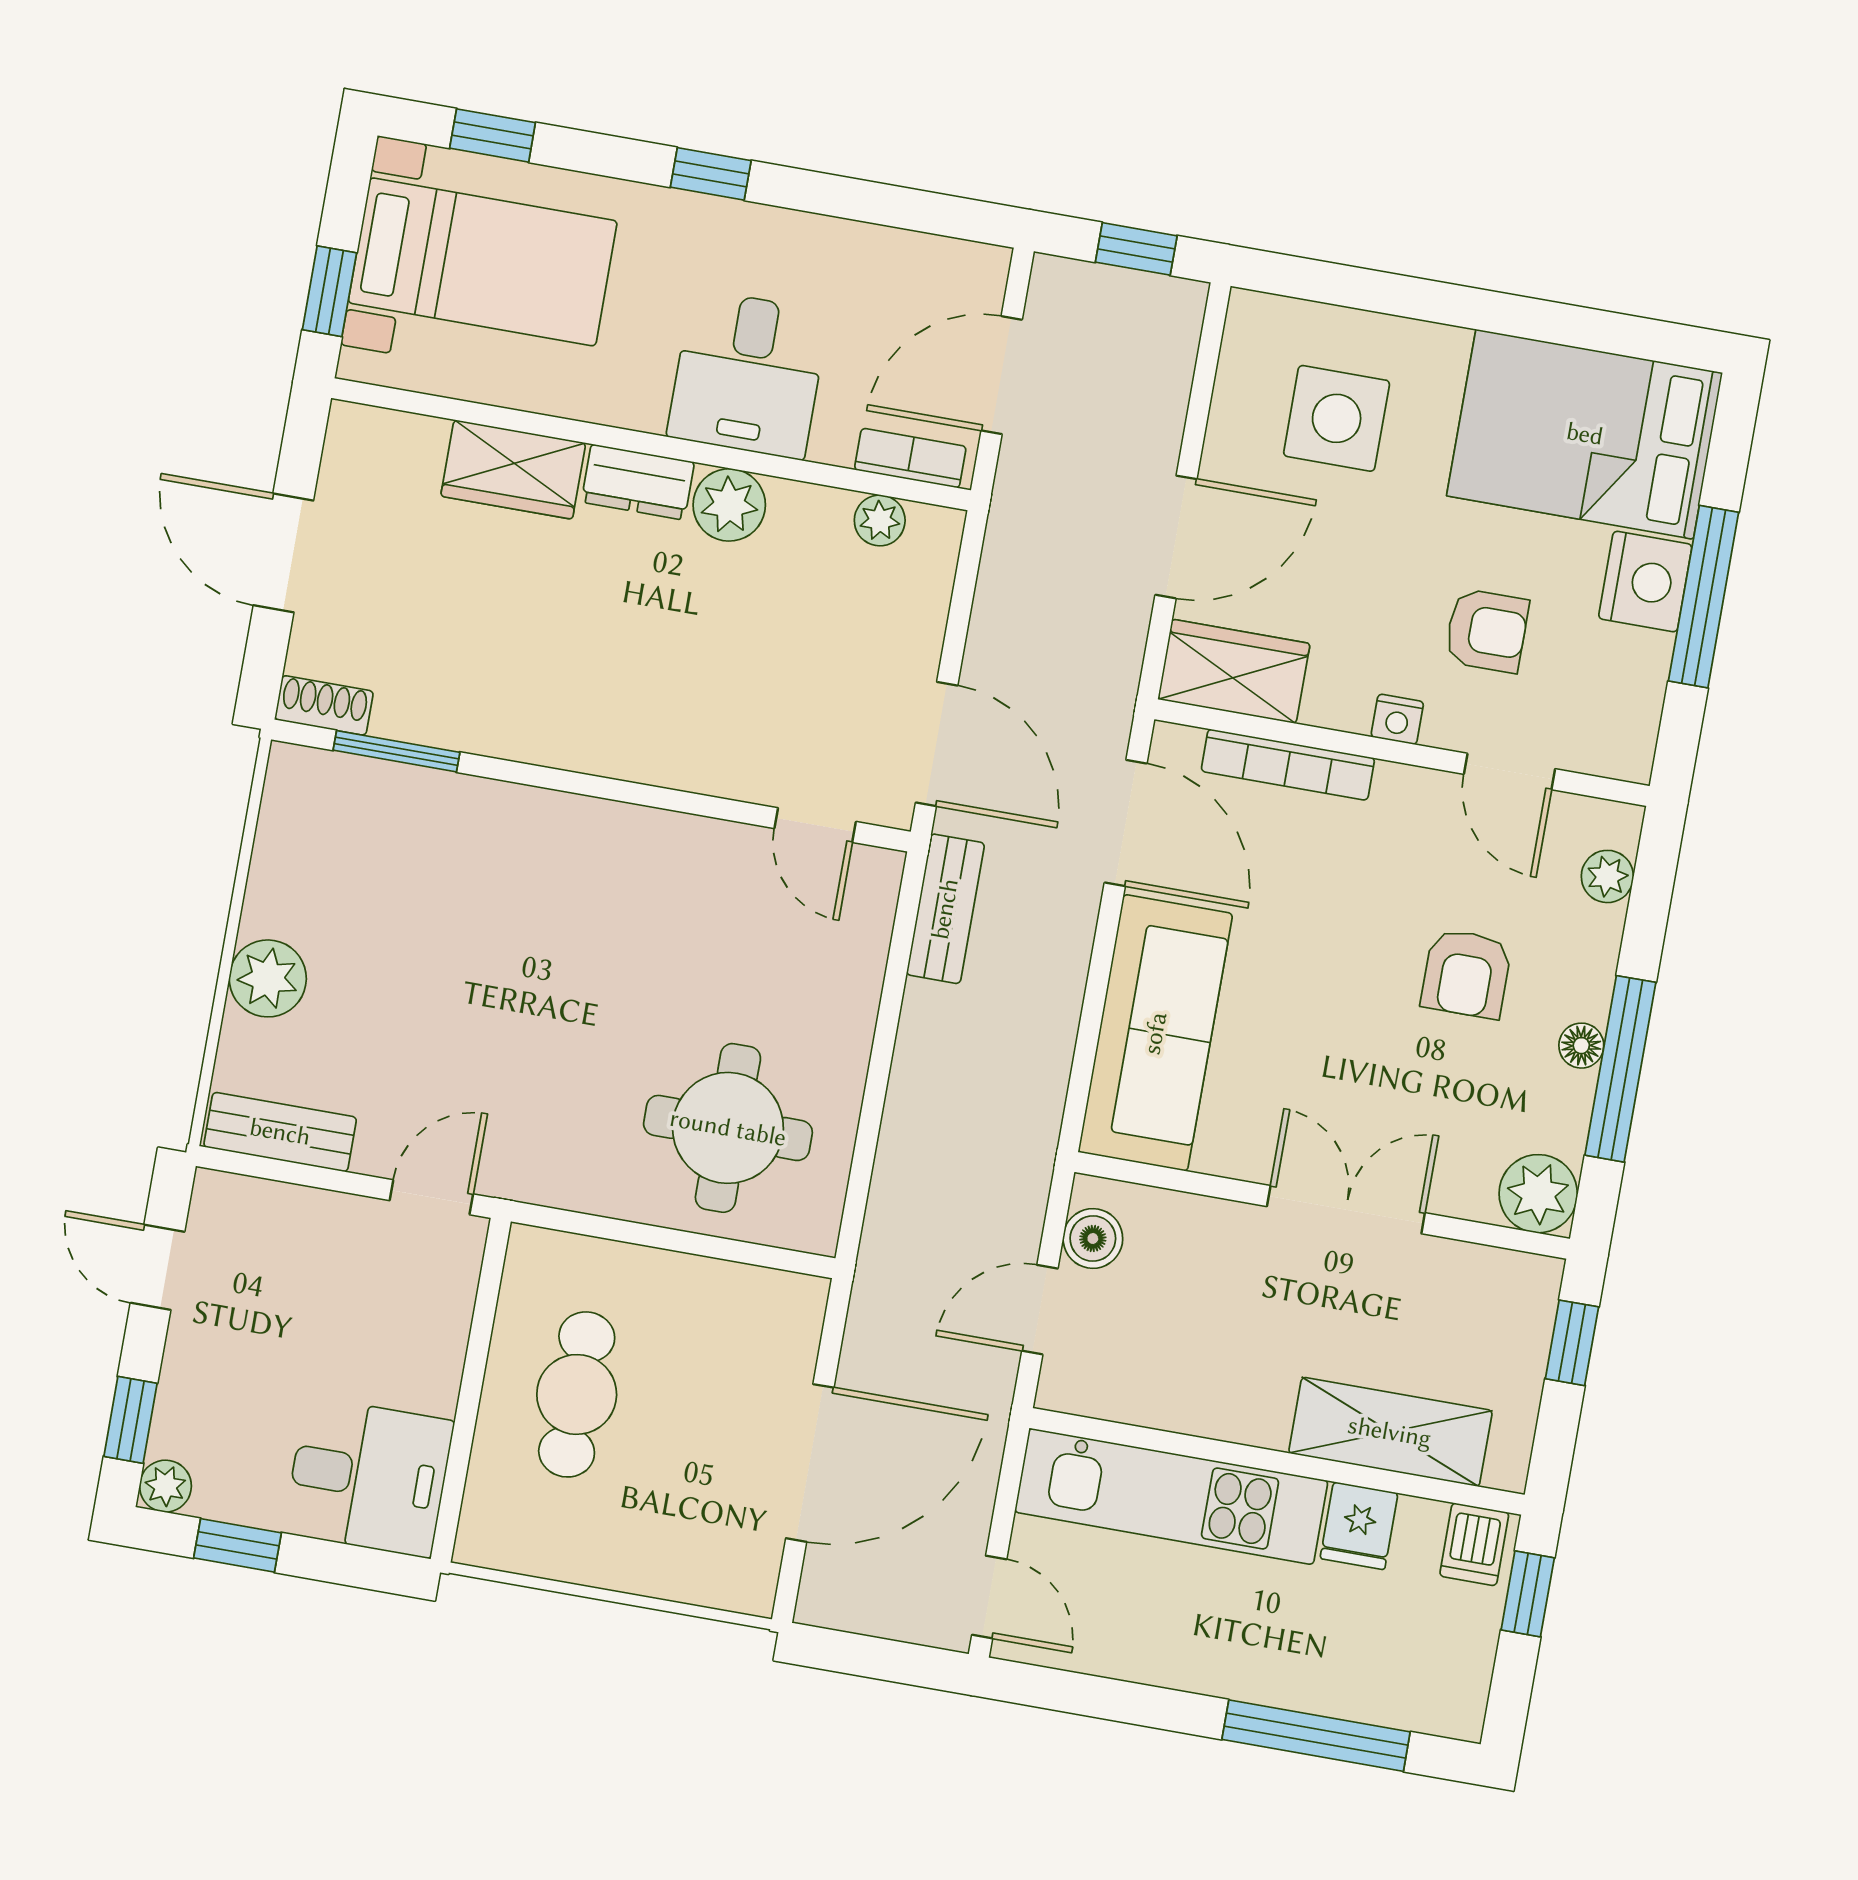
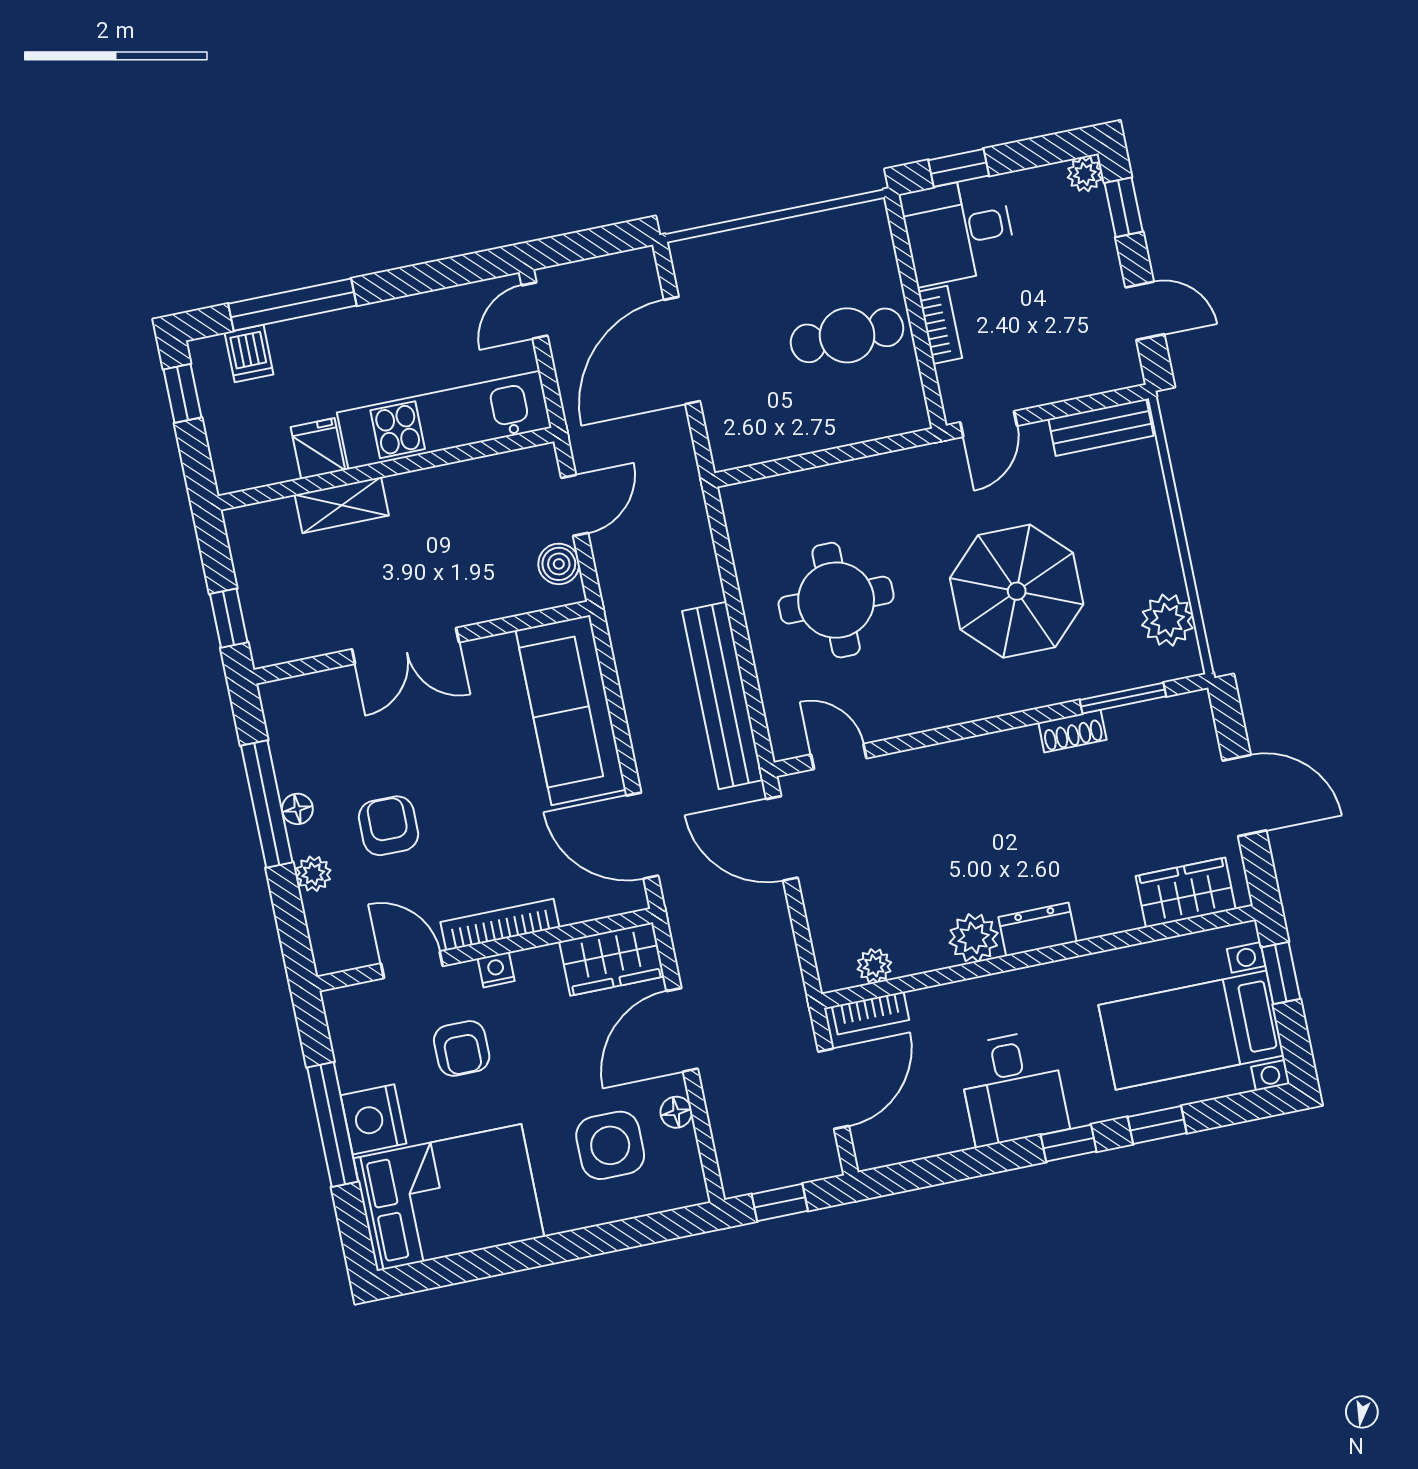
window: (493, 135) -> (1157, 1125), moved
desk: (748, 374) -> (1013, 1088), moved, turned 180
floor lamp: (1229, 428) -> (676, 1112), added
wardrobe: (513, 470) -> (1186, 893), moved
armchair: (1487, 631) -> (462, 1048), turned -90
shoe rack: (324, 705) -> (1072, 731), moved
bookcase: (1288, 765) -> (500, 925), moved
plant: (1607, 876) -> (313, 874), moved
bench: (945, 909) -> (723, 696), width x1.86, depth x1.21
parasol: (483, 954) -> (1017, 591), added
plant: (268, 978) -> (1168, 620), moved
round table: (728, 1128) -> (836, 600), moved
plant: (1538, 1194) -> (288, 704), removed
bookcase: (444, 1359) -> (940, 325), added
cafe table: (577, 1394) -> (847, 335), turned 90
shelving: (1390, 1432) -> (342, 505), width x0.67, depth x0.75
dishwasher: (1474, 1544) -> (249, 354), moved, turned 180
window: (237, 1545) -> (959, 168), moved
window: (1528, 1594) -> (183, 393), moved
door: (989, 1597) -> (535, 310), hinge flipped

